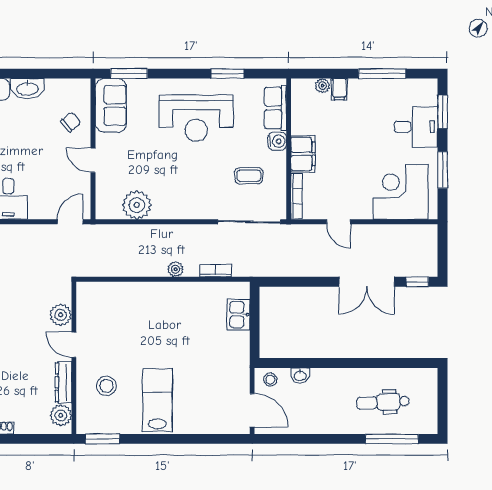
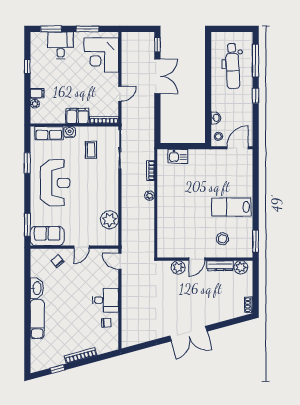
window: (382, 74) -> (27, 66), width x0.46
dental chair: (383, 402) -> (233, 66), width x1.36, depth x1.38
window: (336, 439) -> (256, 96), added

